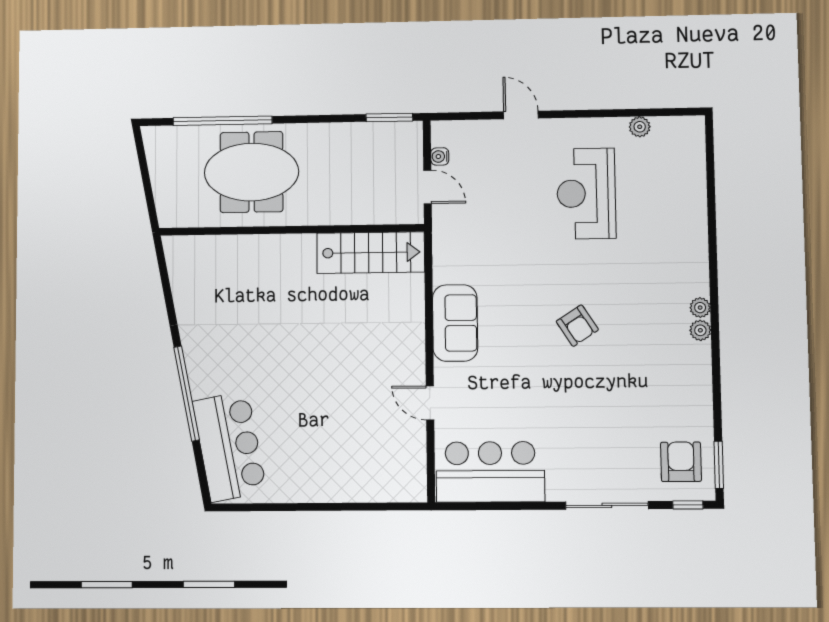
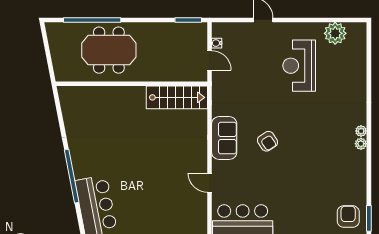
plant: (640, 127) -> (335, 33), width x1.87, depth x1.87
armchair: (577, 326) -> (267, 141), moved

